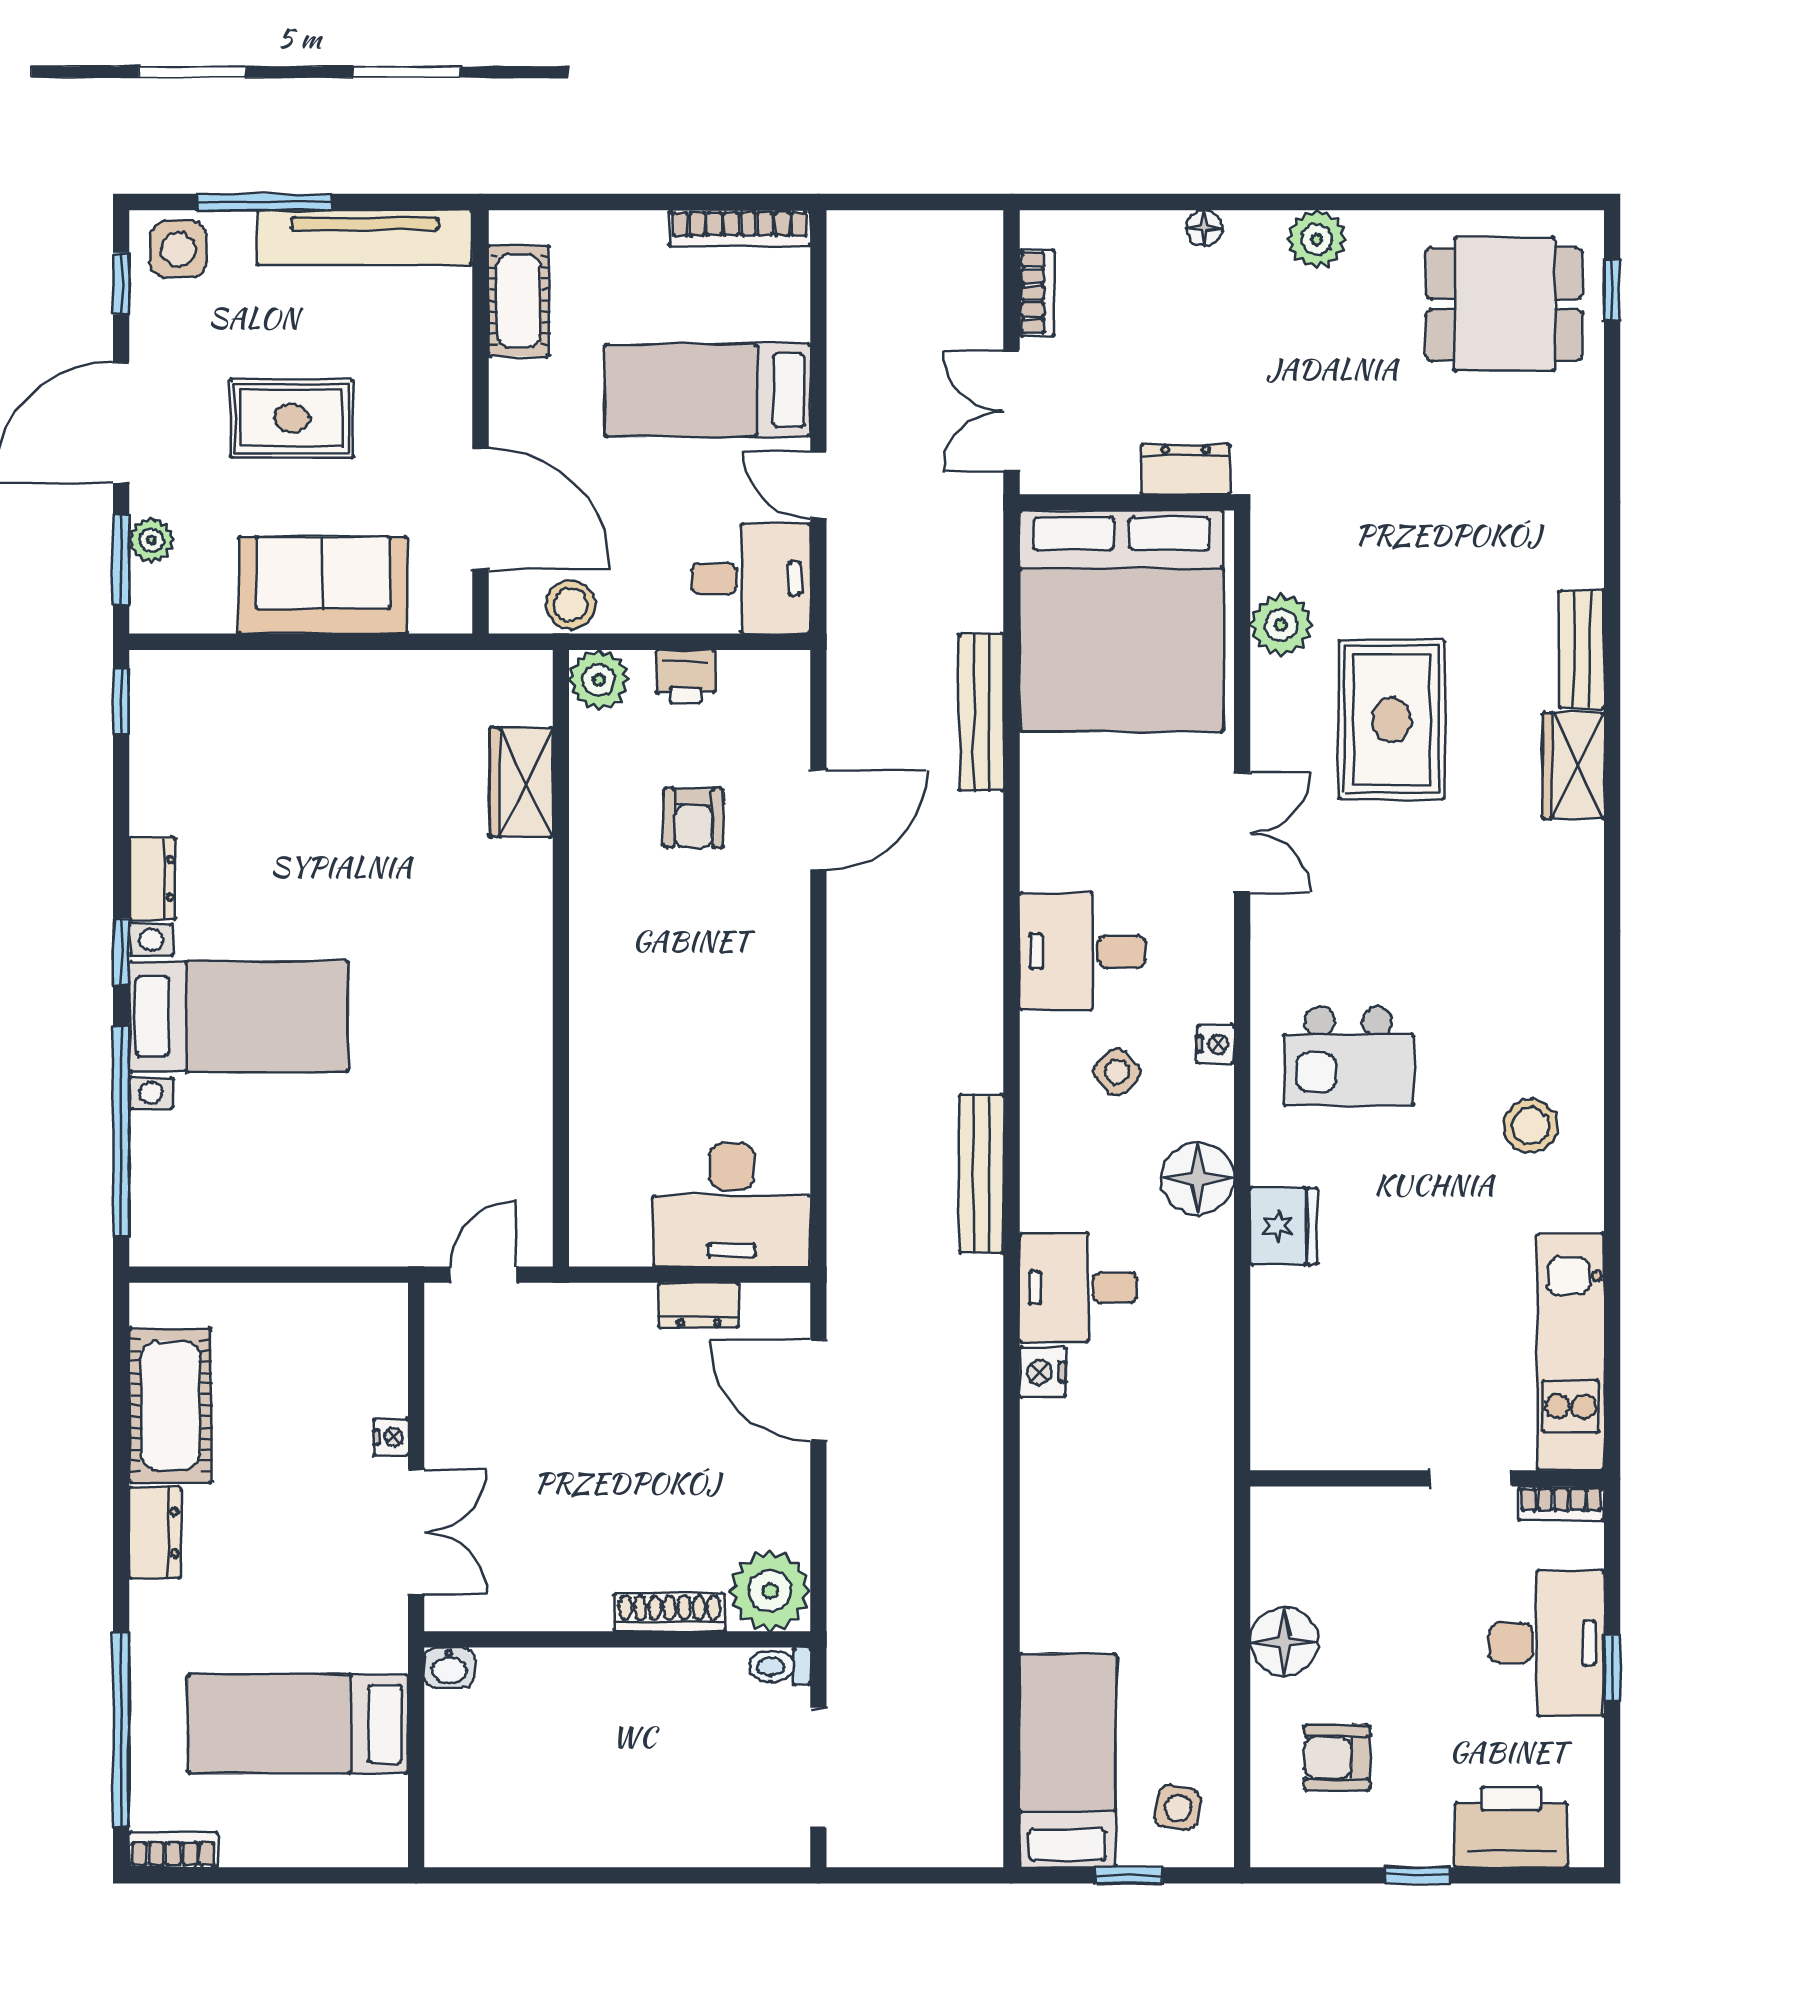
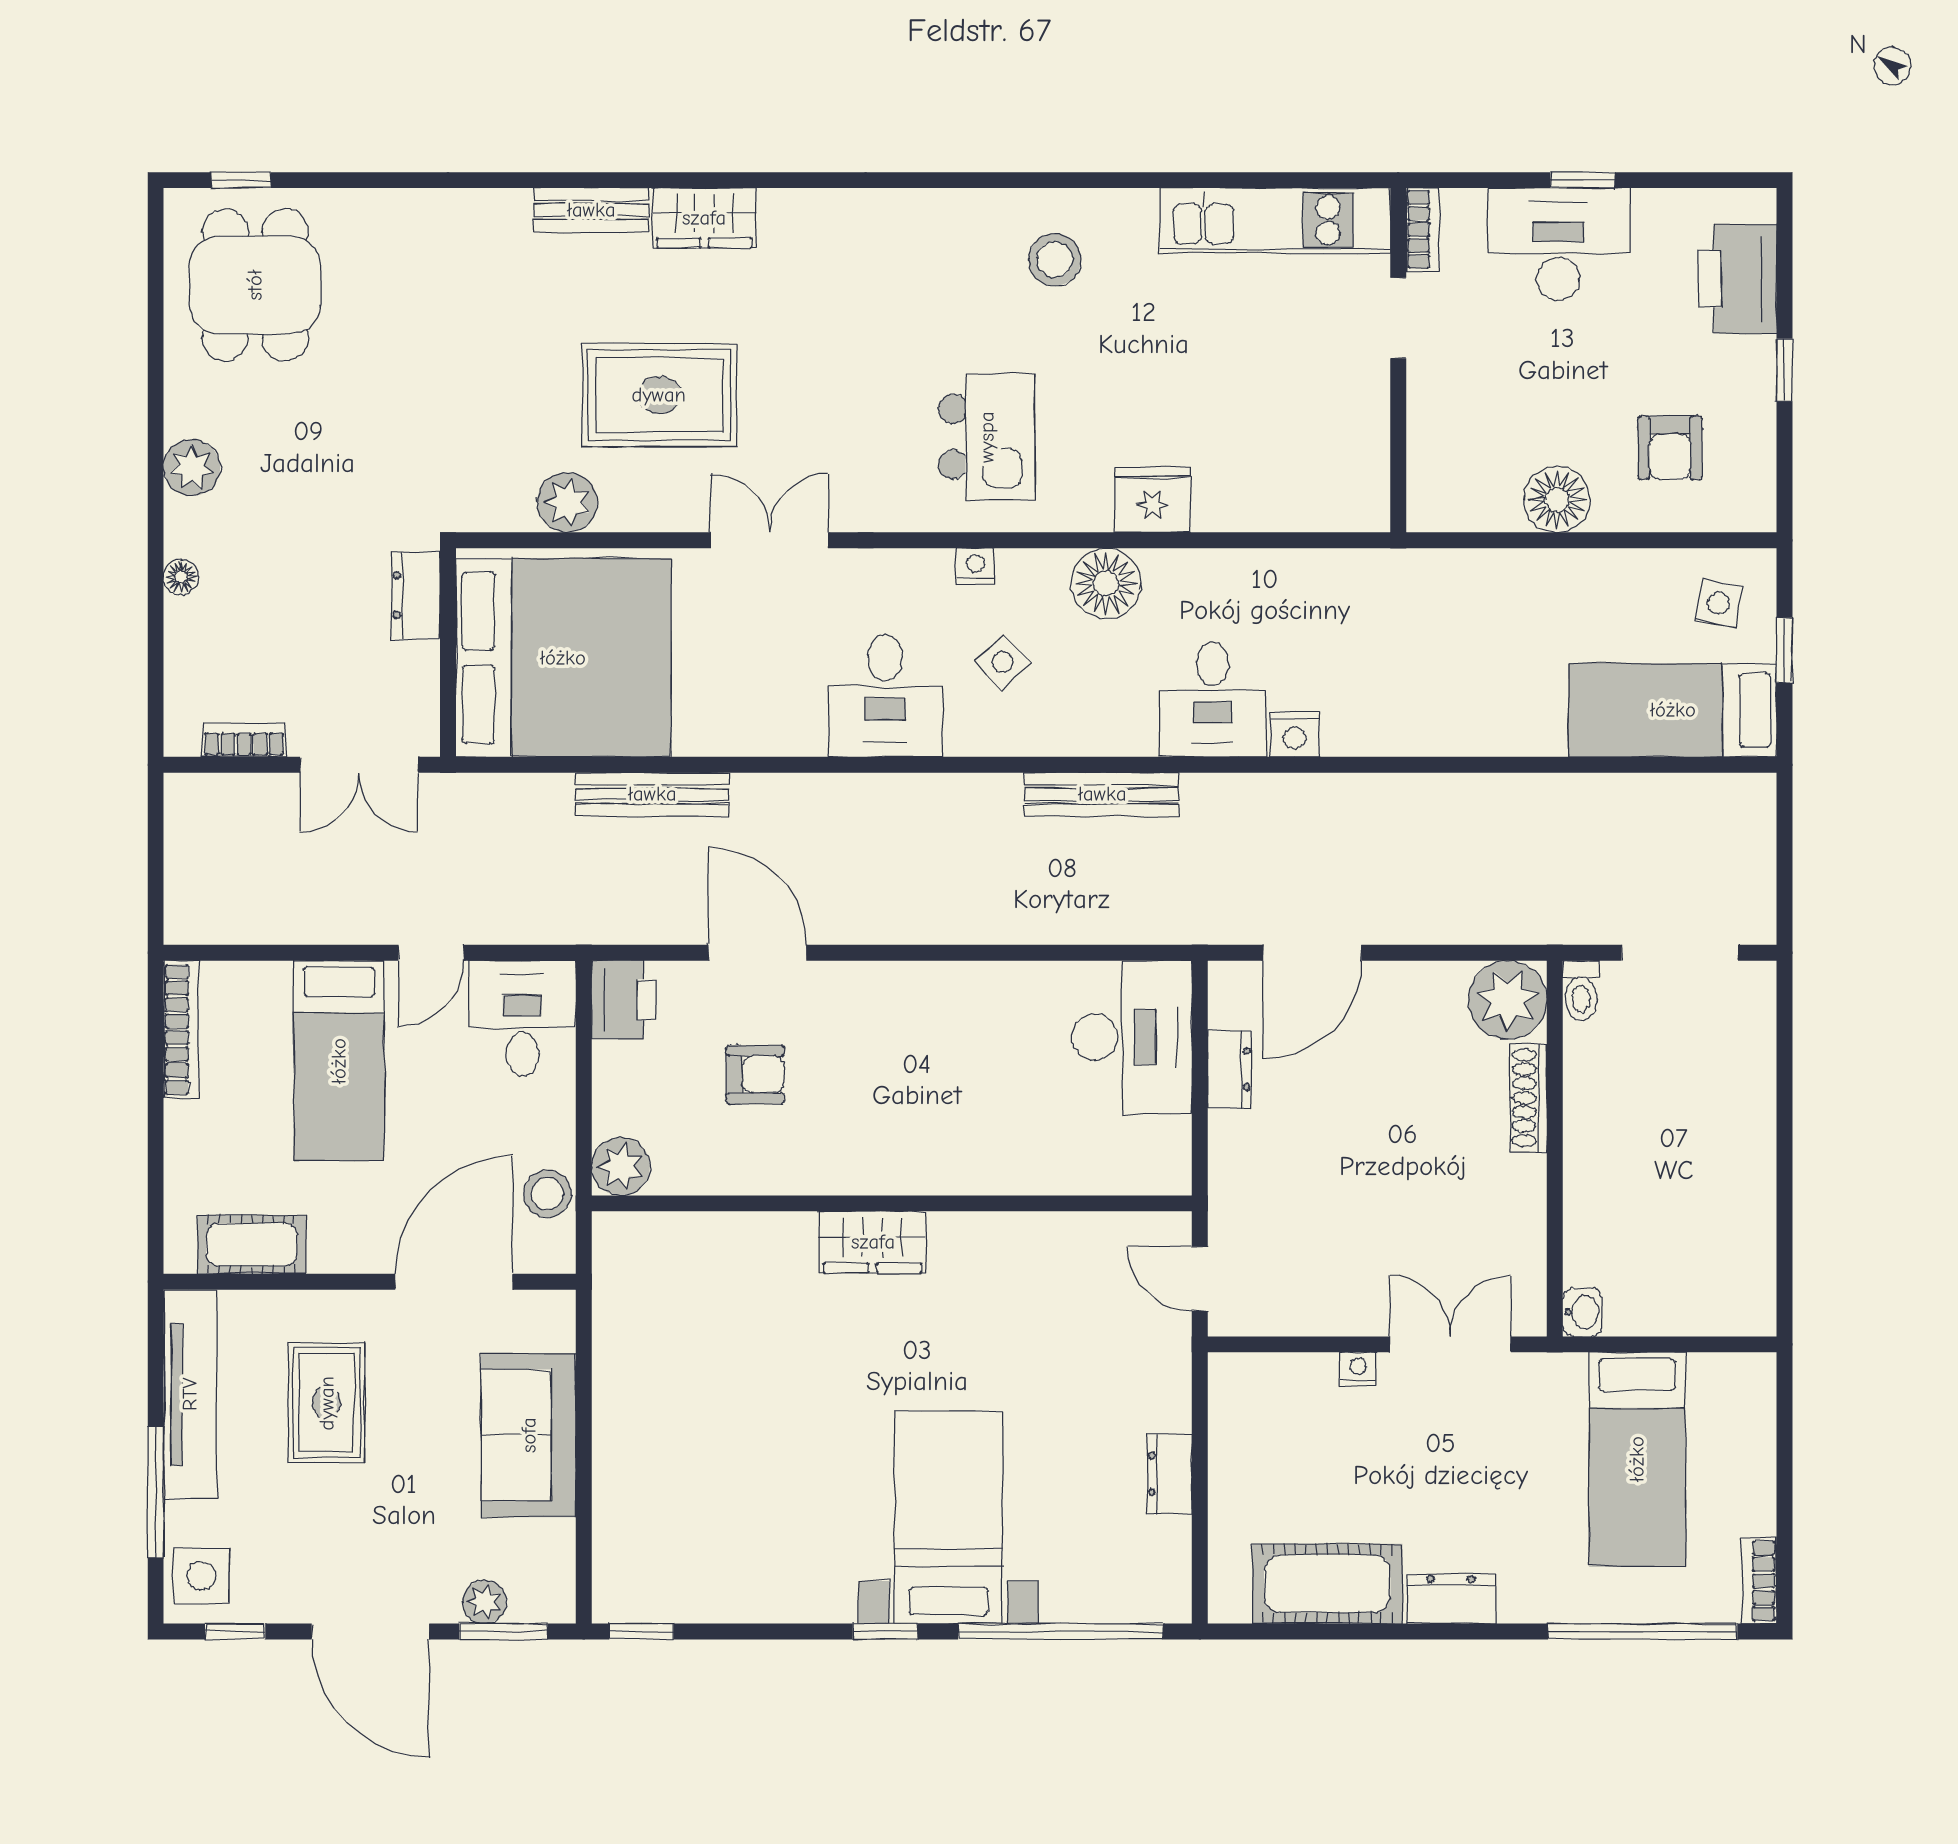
rug: (292, 418) -> (327, 1403), moved
printer: (685, 677) -> (624, 1000), moved, width x1.36, depth x1.24
wardrobe: (521, 782) -> (873, 1242), moved
dresser: (152, 878) -> (1169, 1474), moved, turned -90

